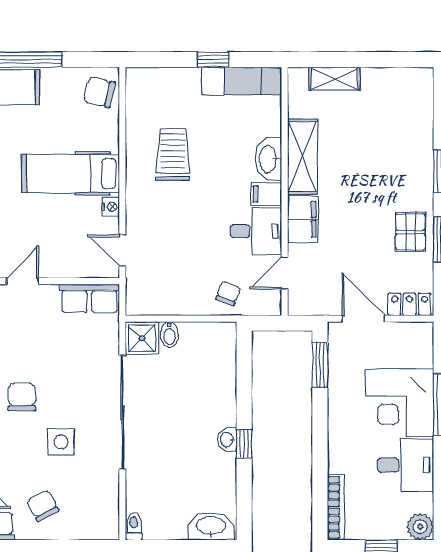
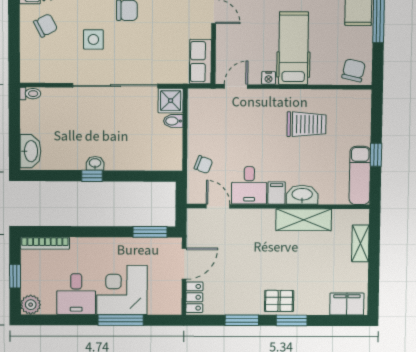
filing cabinet: (303, 219) -> (347, 304), moved, turned 180
pallet: (410, 232) -> (279, 301), moved

